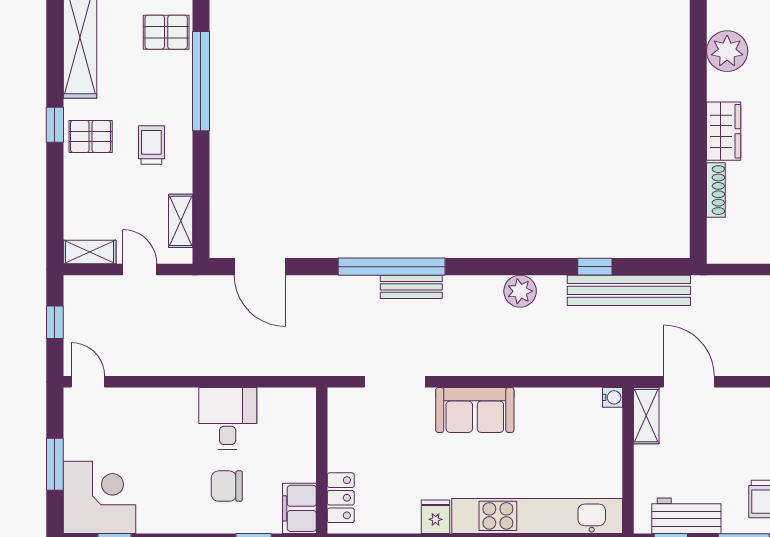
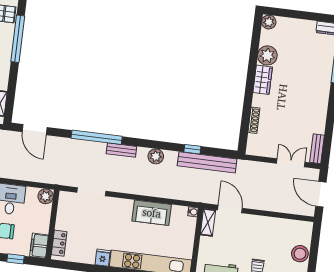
wardrobe: (724, 131) -> (263, 80), moved
bench: (411, 287) -> (121, 150), moved
plant: (300, 403) -> (46, 196), added
sofa: (475, 410) -> (152, 213), moved

